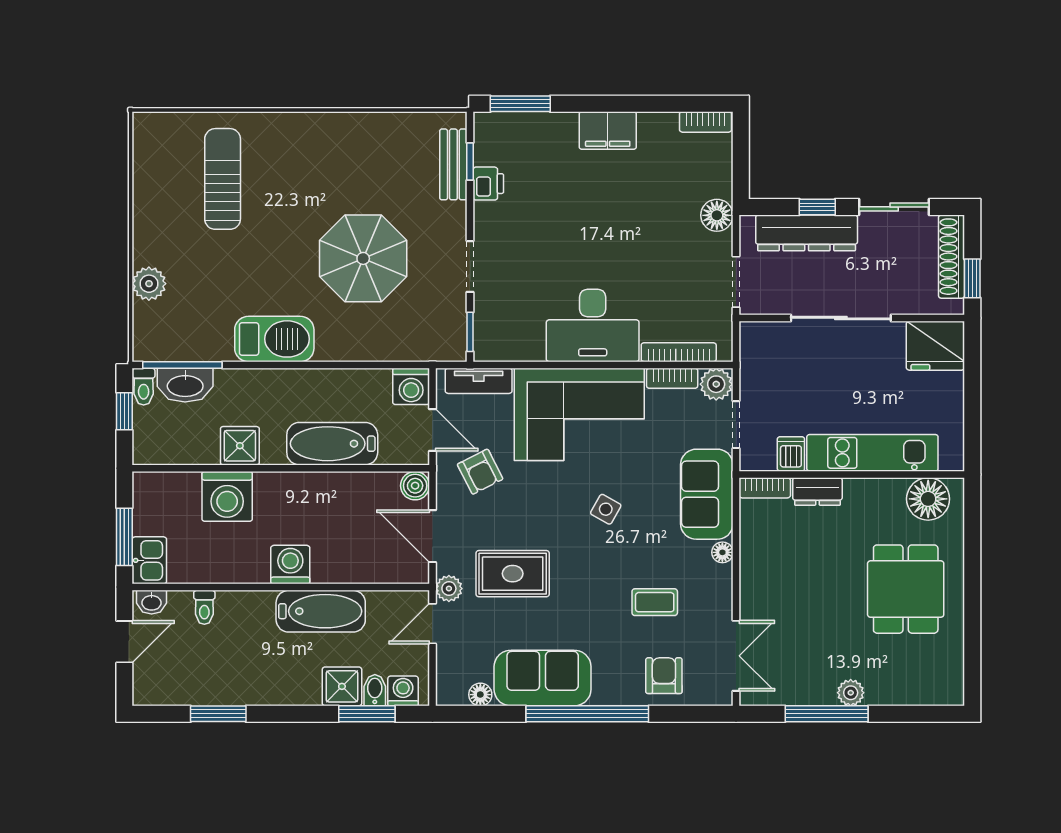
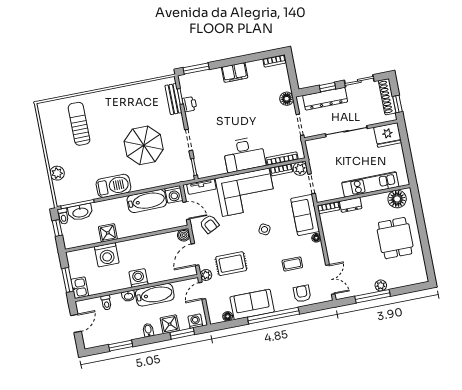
bathtub: (332, 444) -> (147, 201), moved, turned 180
dishwasher: (791, 454) -> (337, 191), removed
door: (433, 536) -> (195, 255), hinge flipped
washbasin: (152, 602) -> (128, 296), moved
bidet: (375, 690) -> (148, 330), moved

